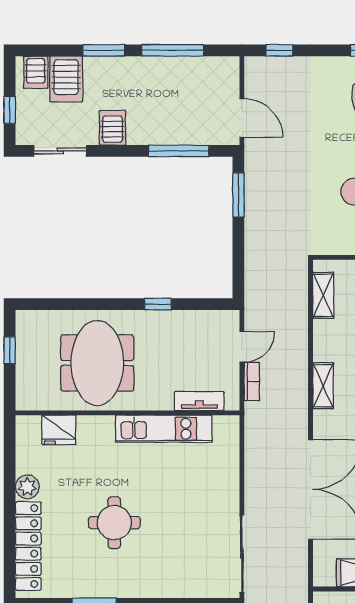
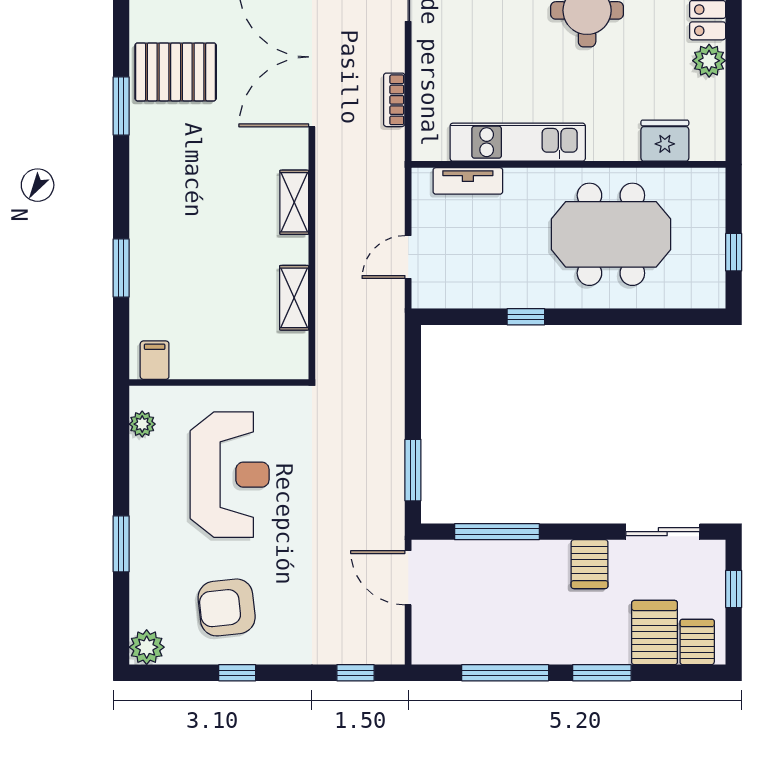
shelving: (323, 295) -> (294, 298), moved
meeting table: (97, 363) -> (611, 234), turned 90
bookcase: (252, 382) -> (394, 100), moved

